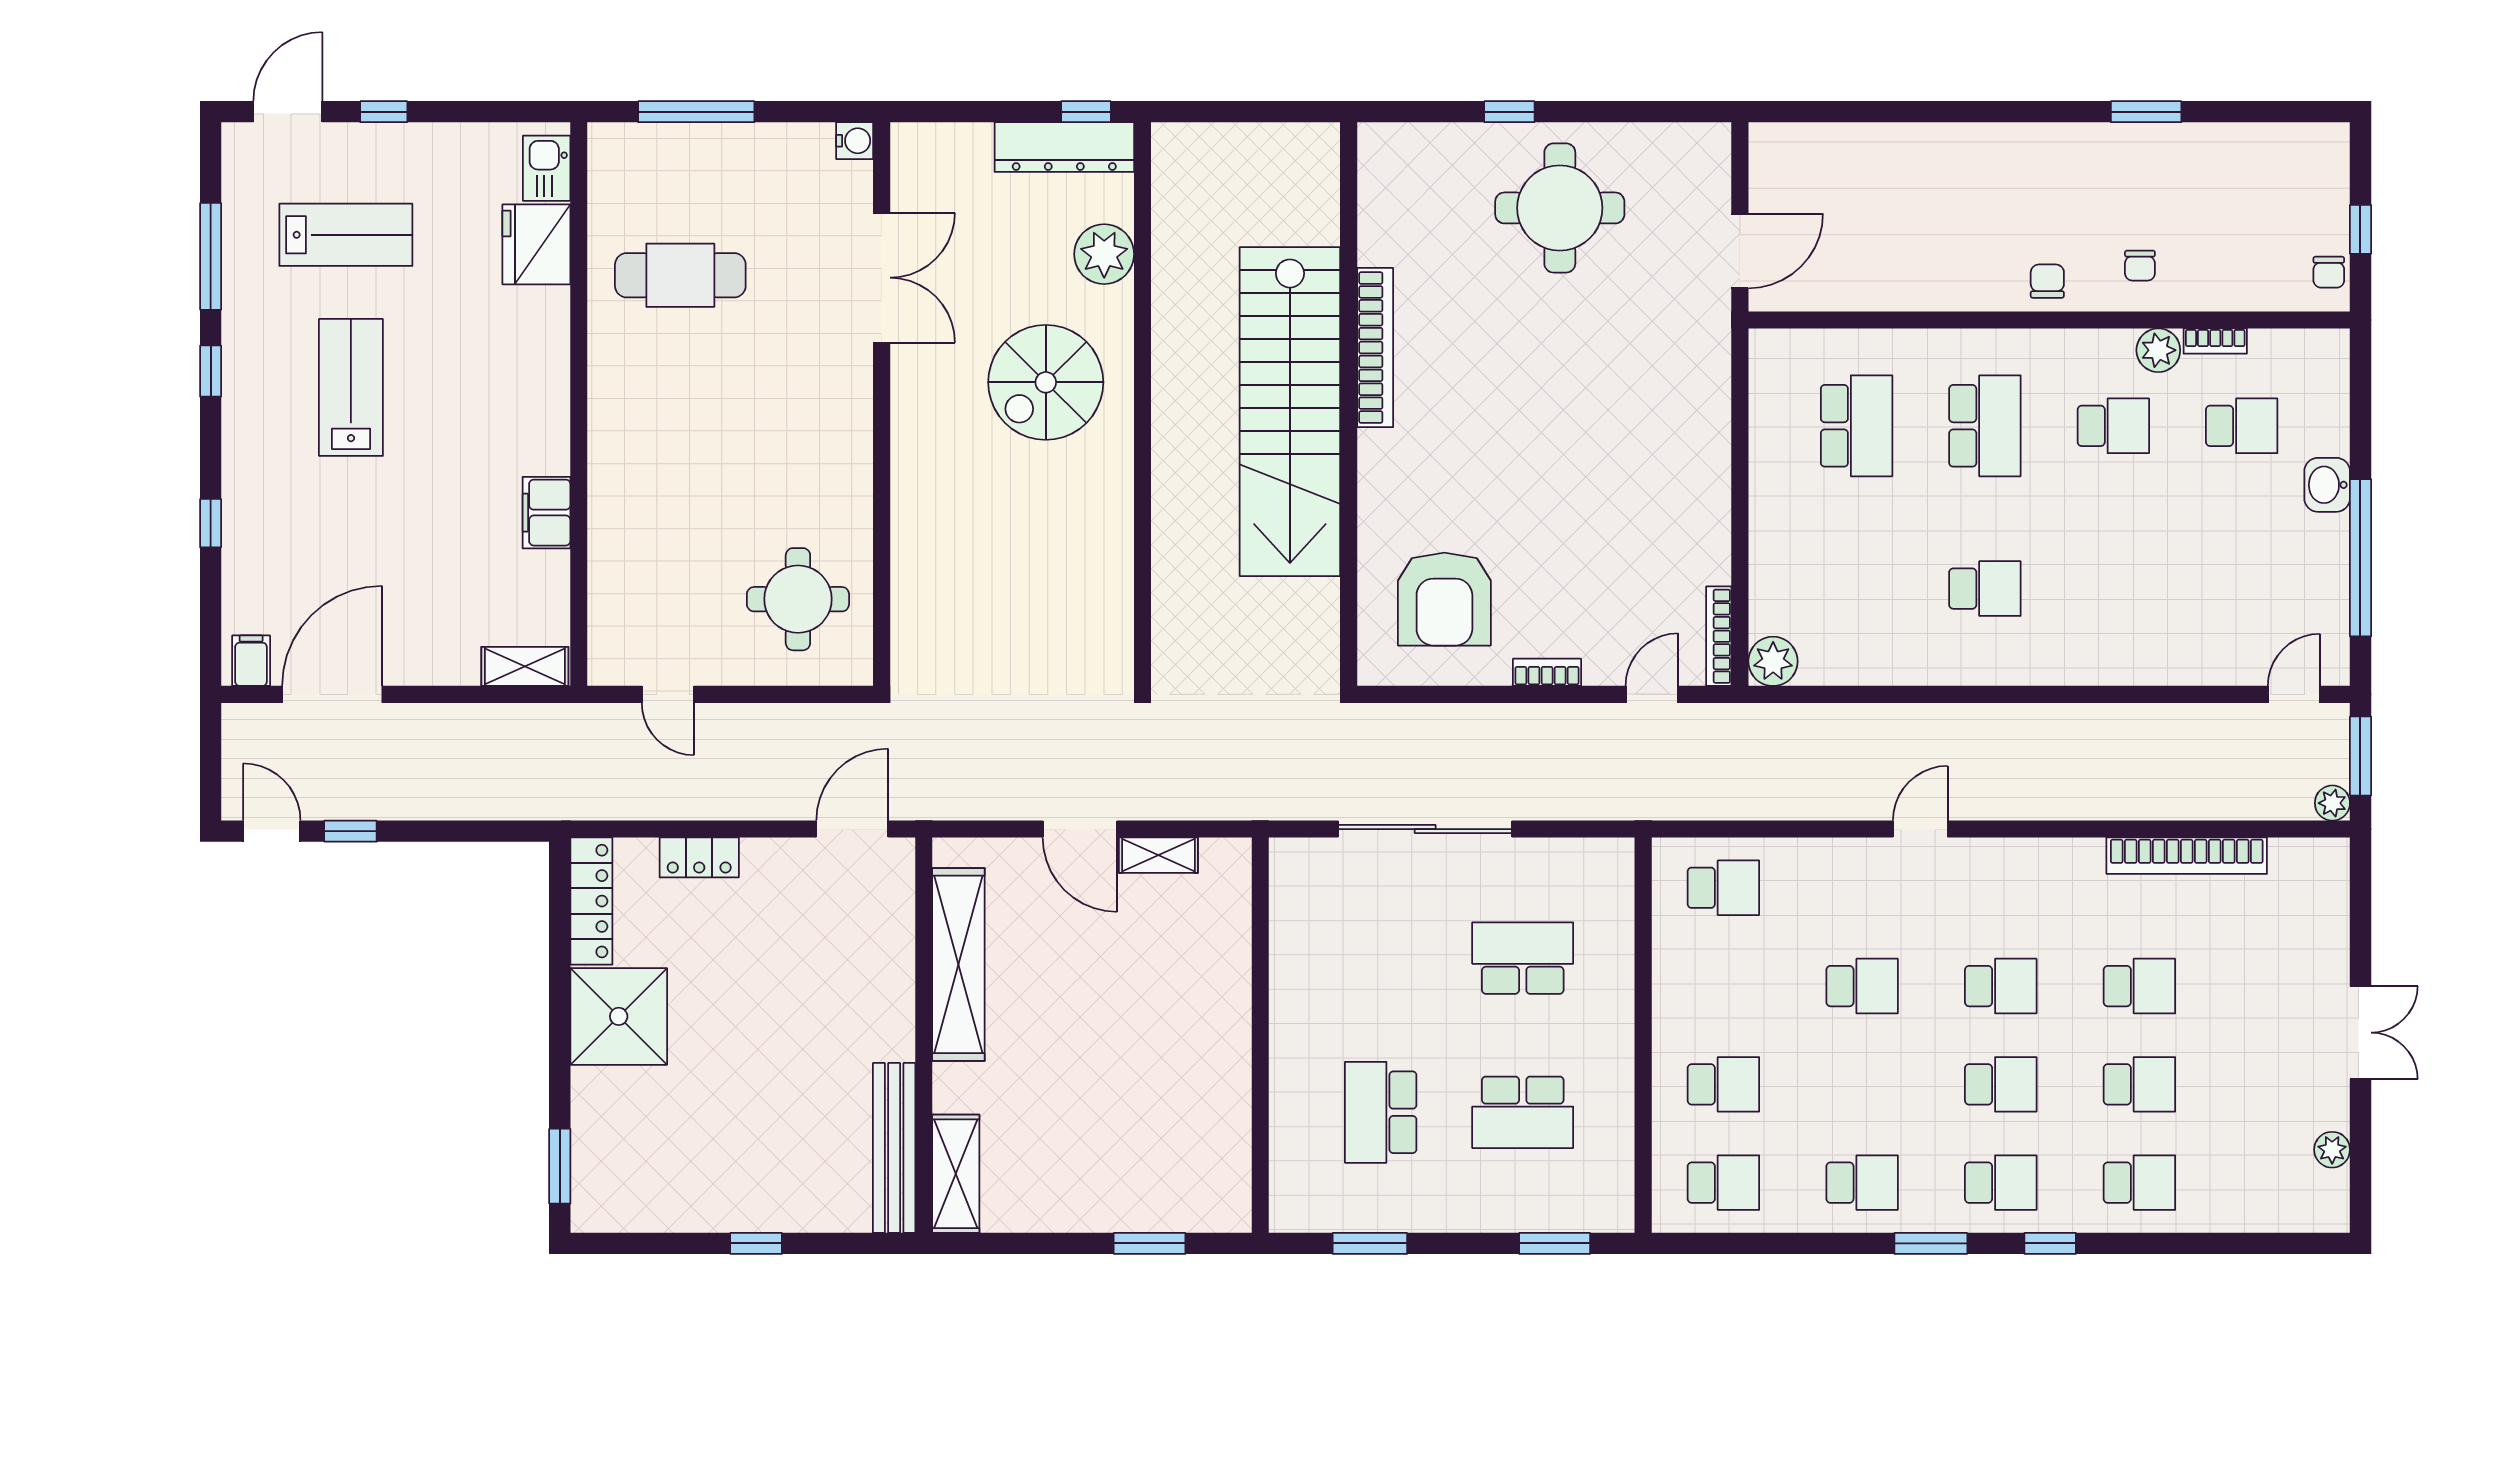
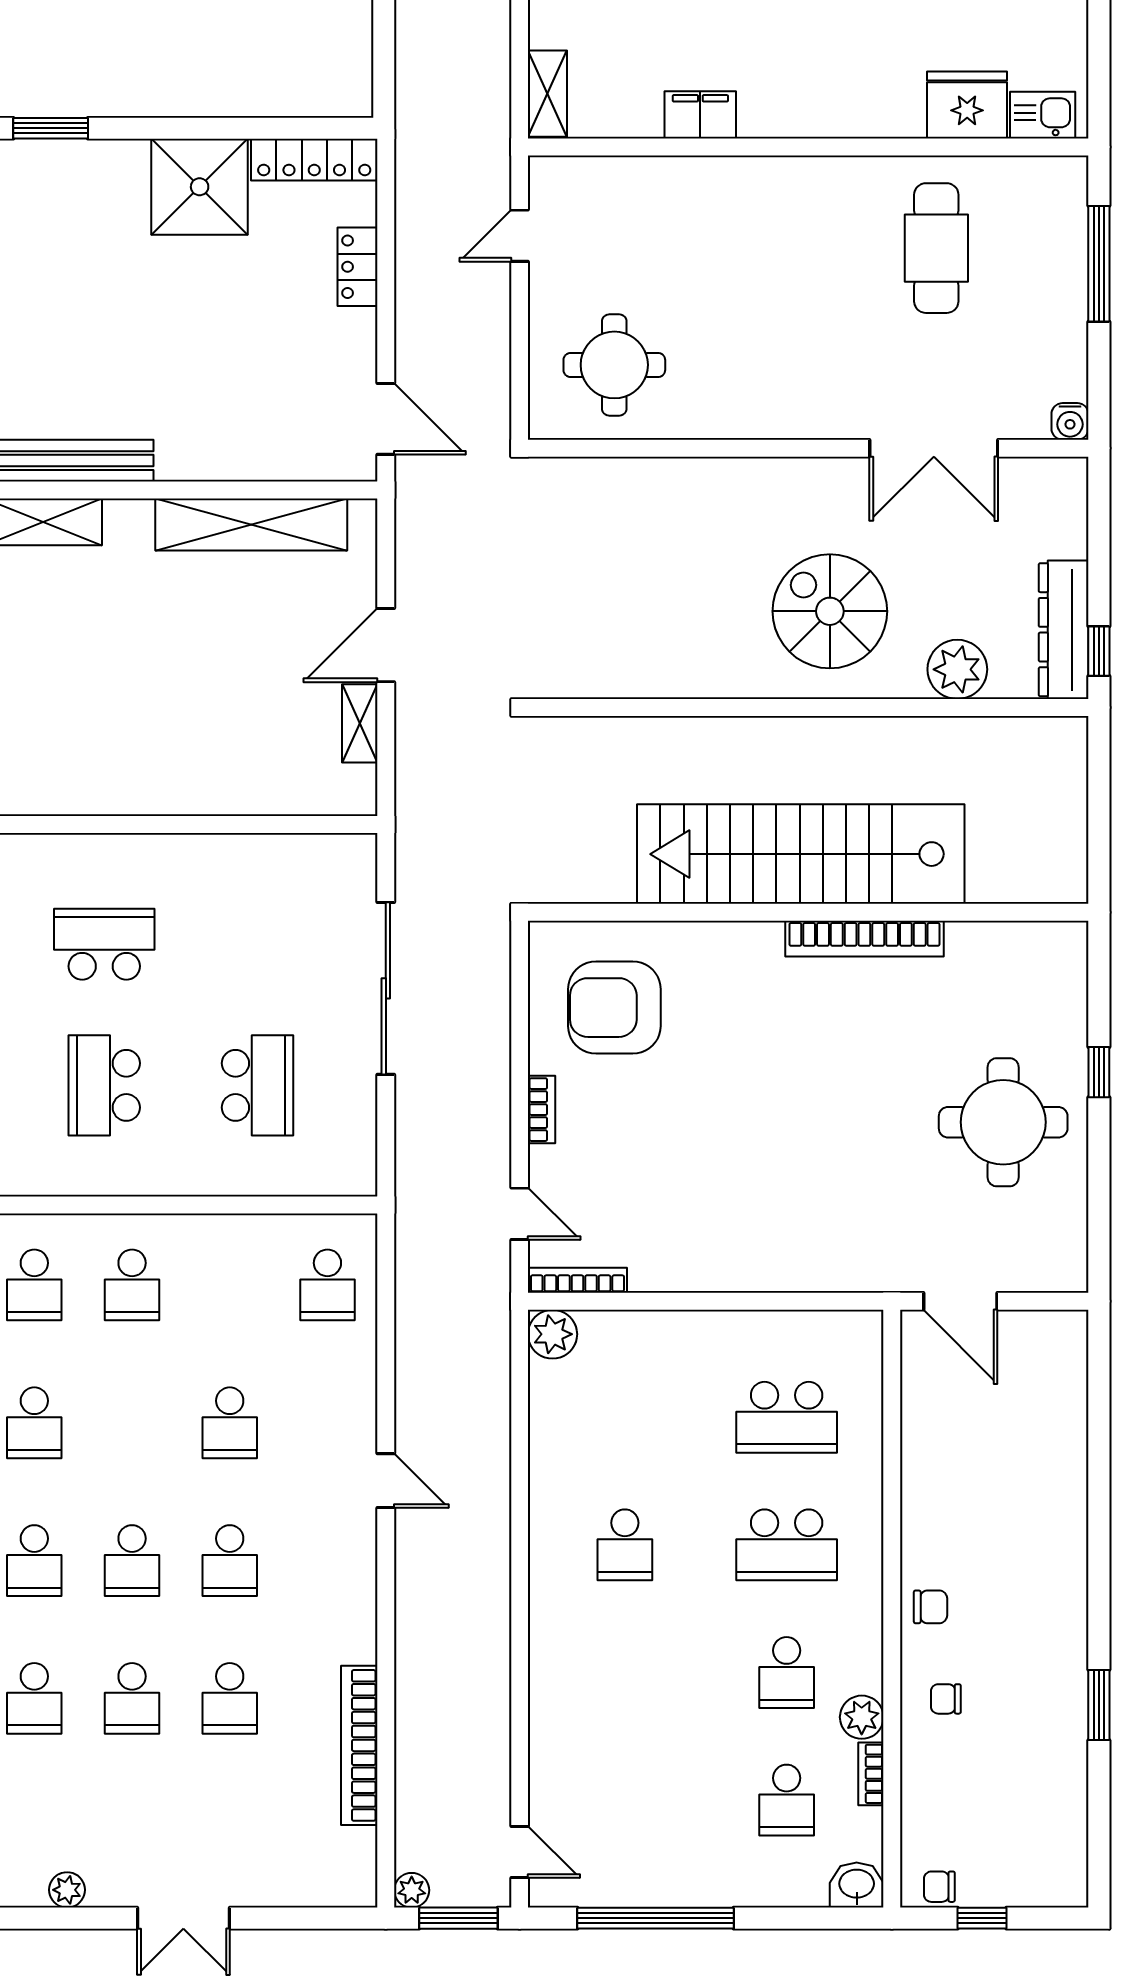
washbasin: (2327, 485) -> (857, 1885), moved

